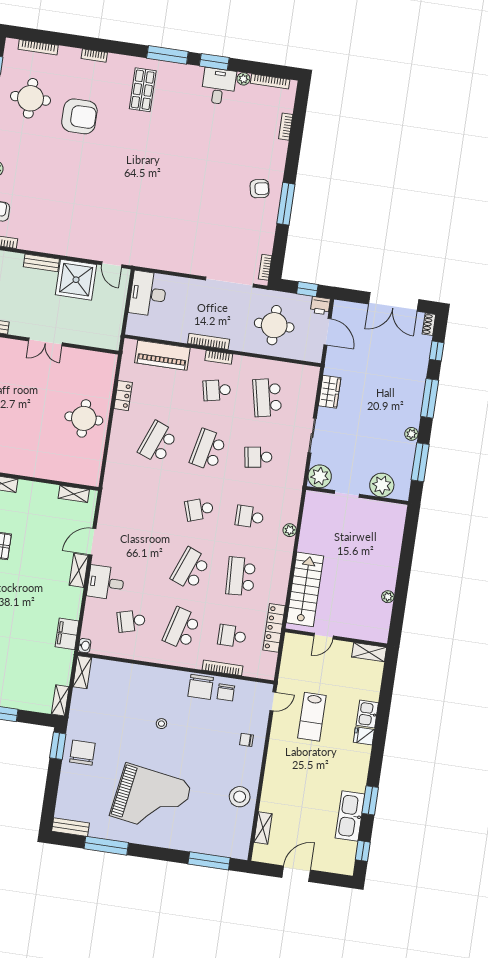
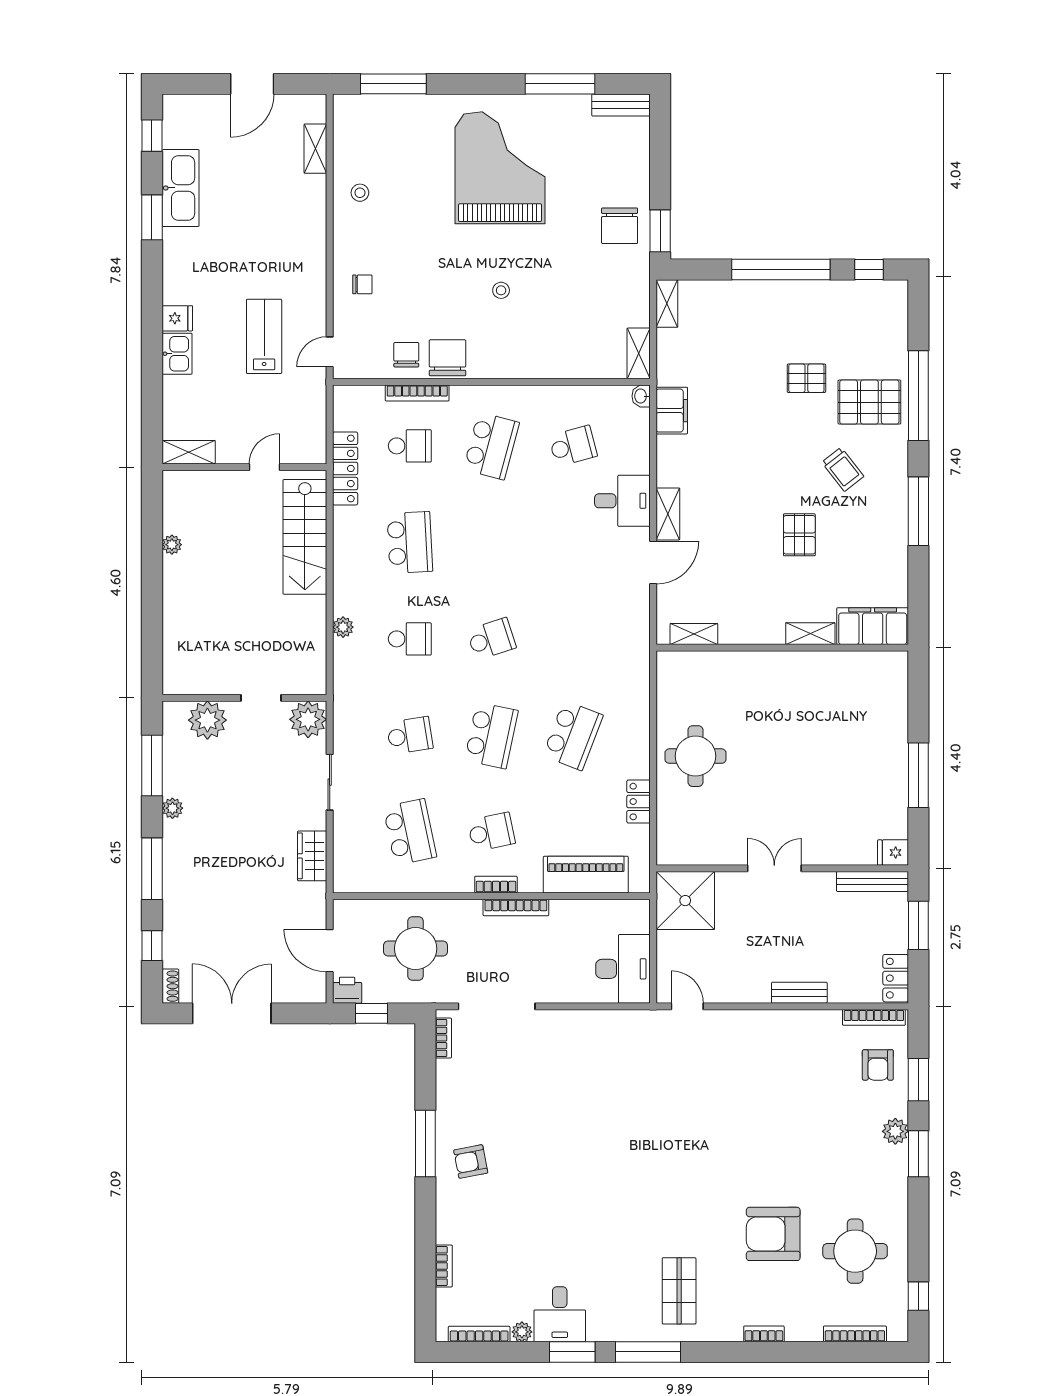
shower: (76, 280) -> (685, 901), moved
school desk: (190, 569) -> (491, 542), removed
stool: (240, 797) -> (360, 193), width x0.53, depth x0.53
grand piano: (151, 799) -> (500, 168), turned 81

